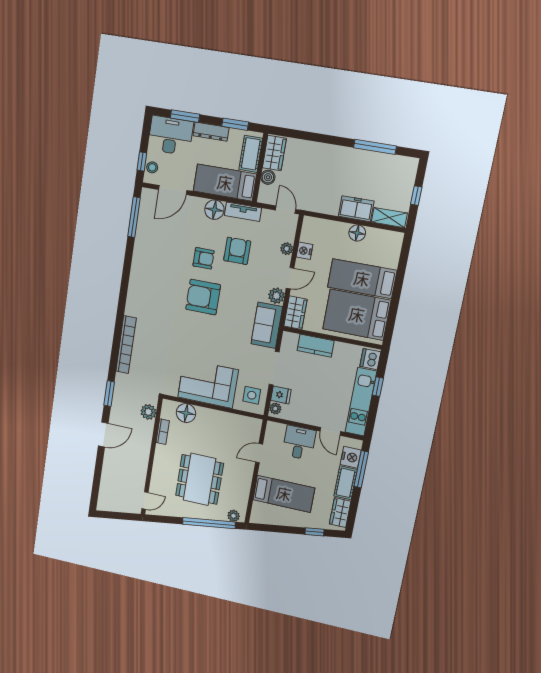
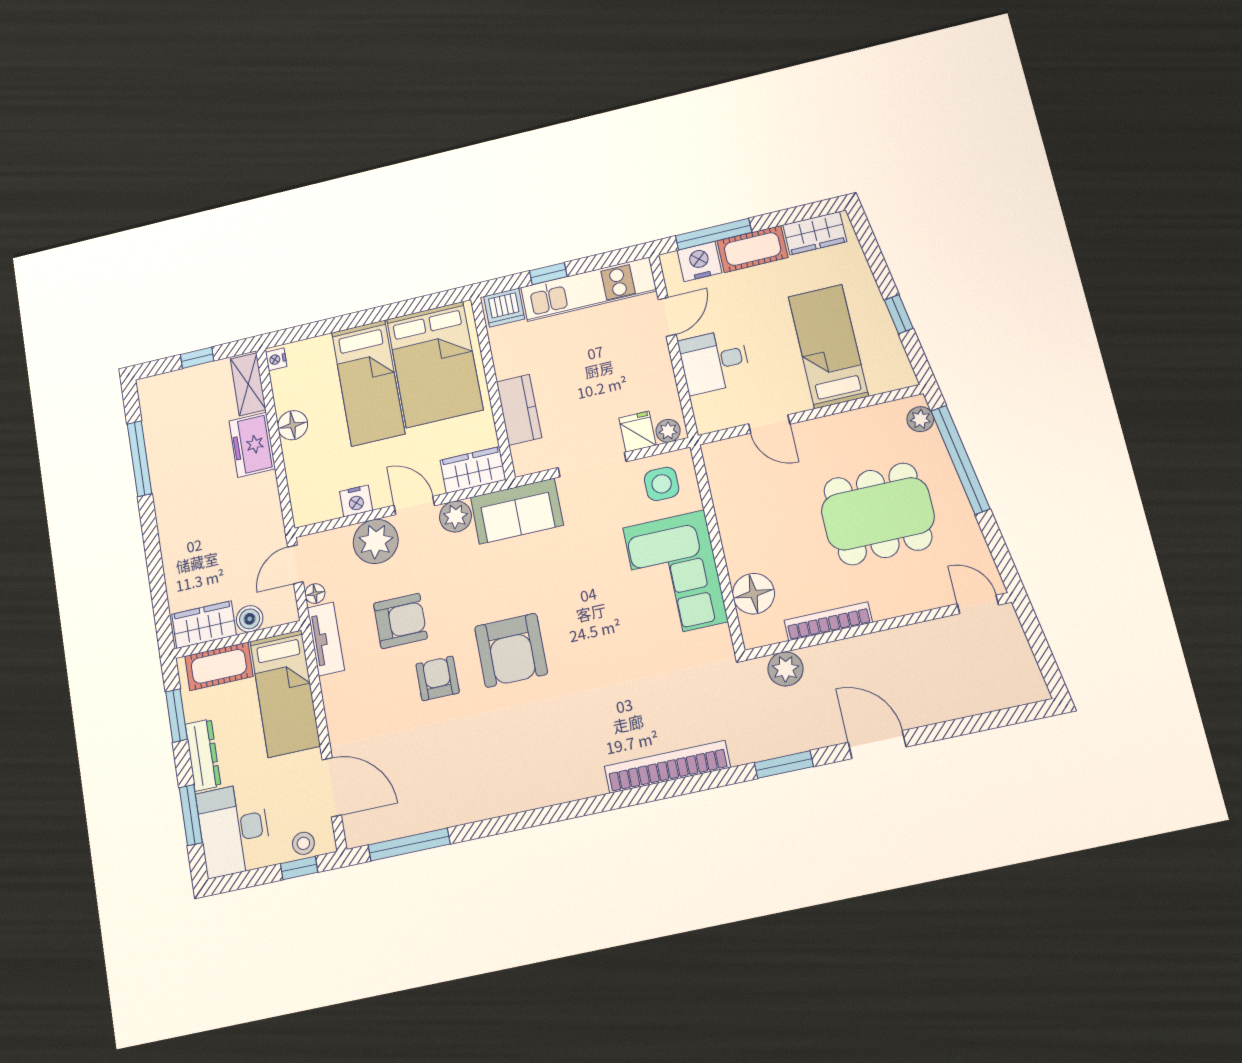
floor lamp: (214, 210) -> (315, 594), moved, width x0.53, depth x0.53
nightstand: (396, 237) -> (276, 359), added
plant: (287, 249) -> (376, 541), width x1.87, depth x1.87
armchair: (237, 251) -> (400, 621), turned 180
bookcase: (163, 432) -> (828, 621), width x1.56
window: (315, 532) -> (899, 314), moved

